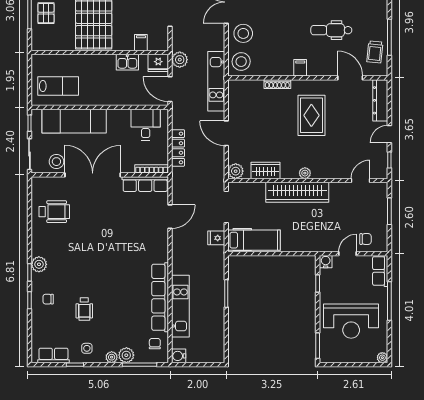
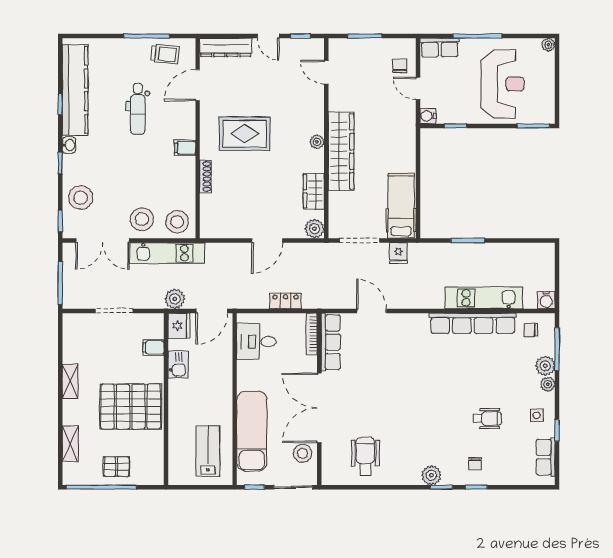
kitchen unit: (216, 81) -> (167, 253), moved
locker: (178, 148) -> (286, 301), width x0.66

